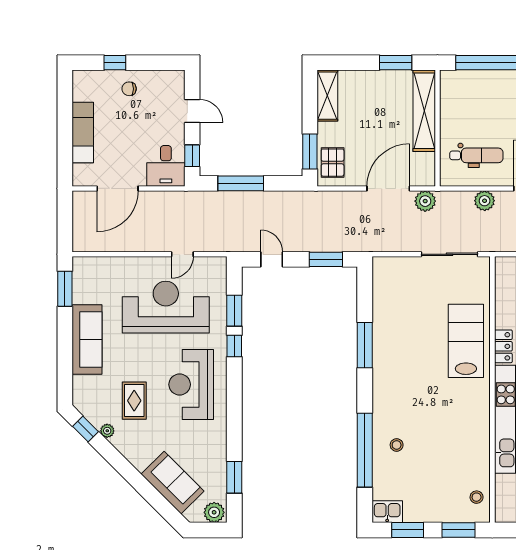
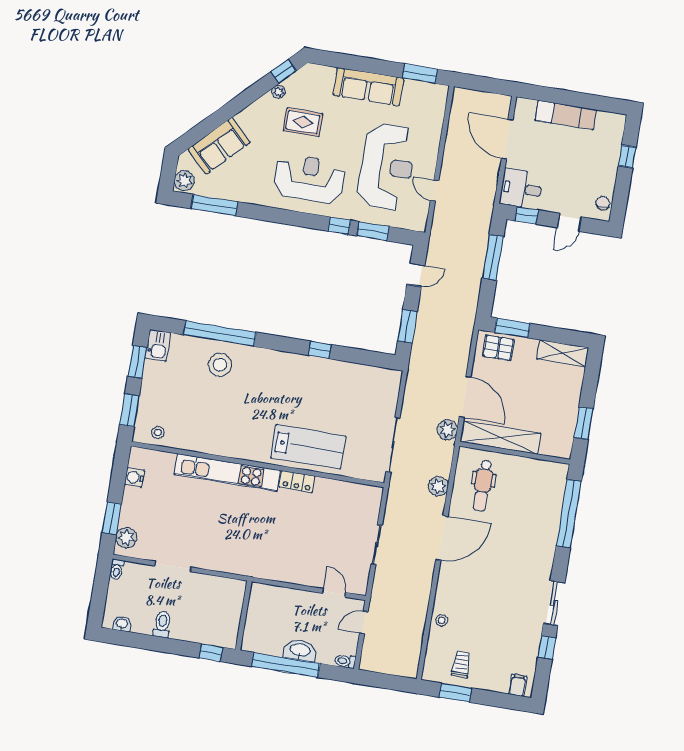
chair: (129, 89) -> (603, 203), moved
shelving: (424, 111) -> (500, 438), moved
window: (365, 345) -> (320, 350), width x0.46
stool: (397, 445) -> (220, 365), width x1.89, depth x1.89
window: (234, 477) -> (214, 205), width x1.44

